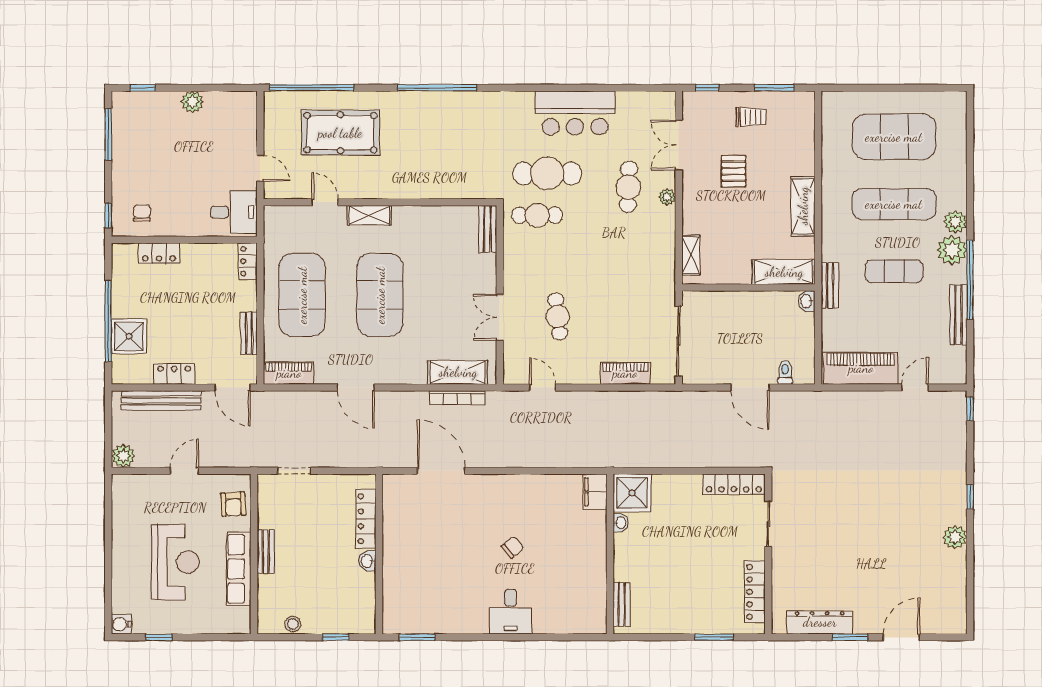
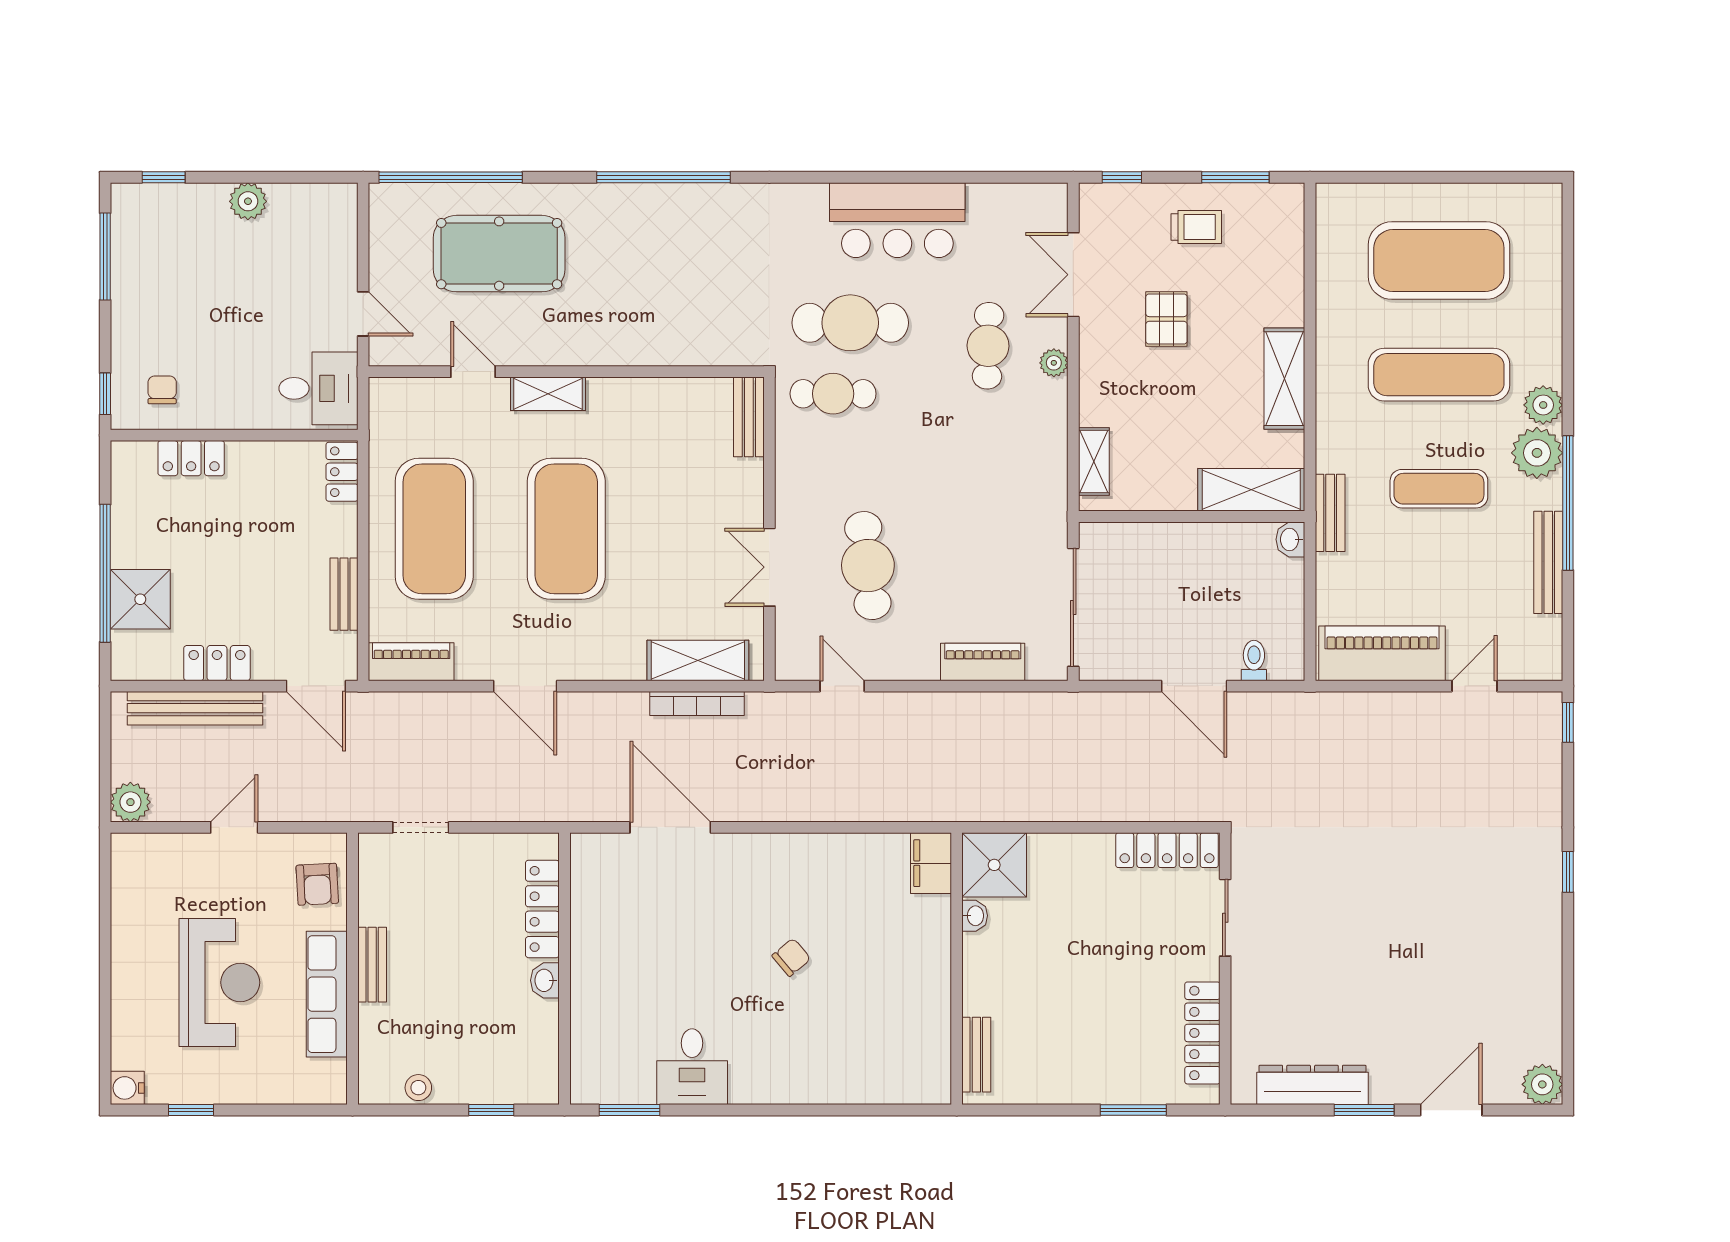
cafe table: (558, 316) -> (868, 566), width x1.37, depth x1.35
plant: (955, 537) -> (1542, 1084), moved
desk: (511, 612) -> (692, 1067), moved

